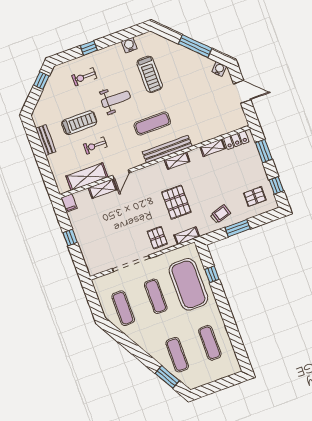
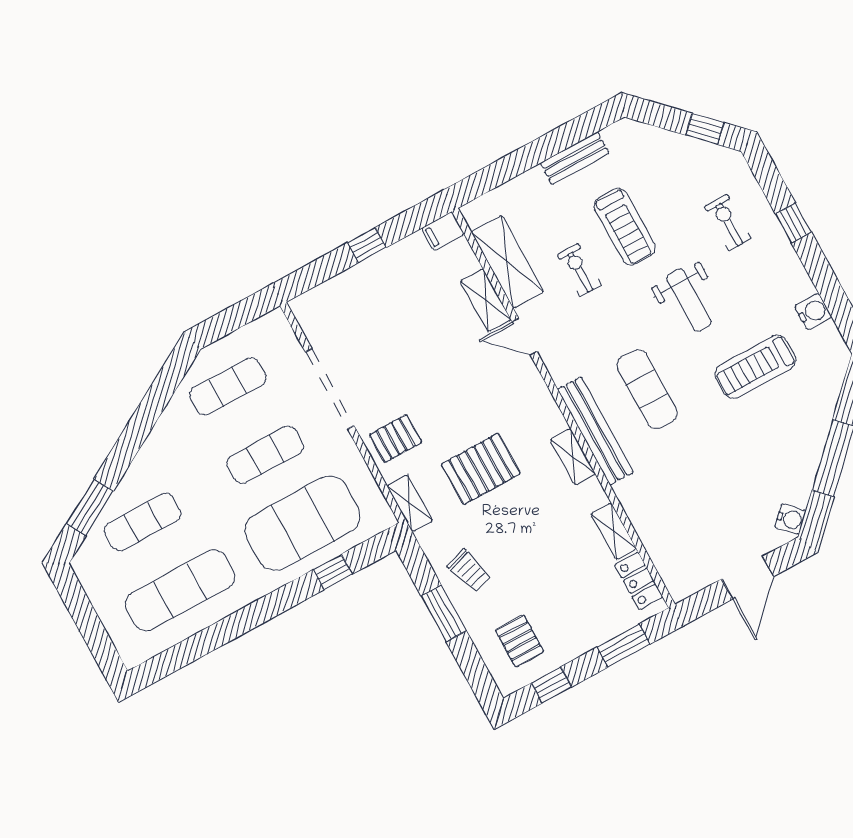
exercise mat: (210, 343) -> (180, 590), width x1.36, depth x1.45

